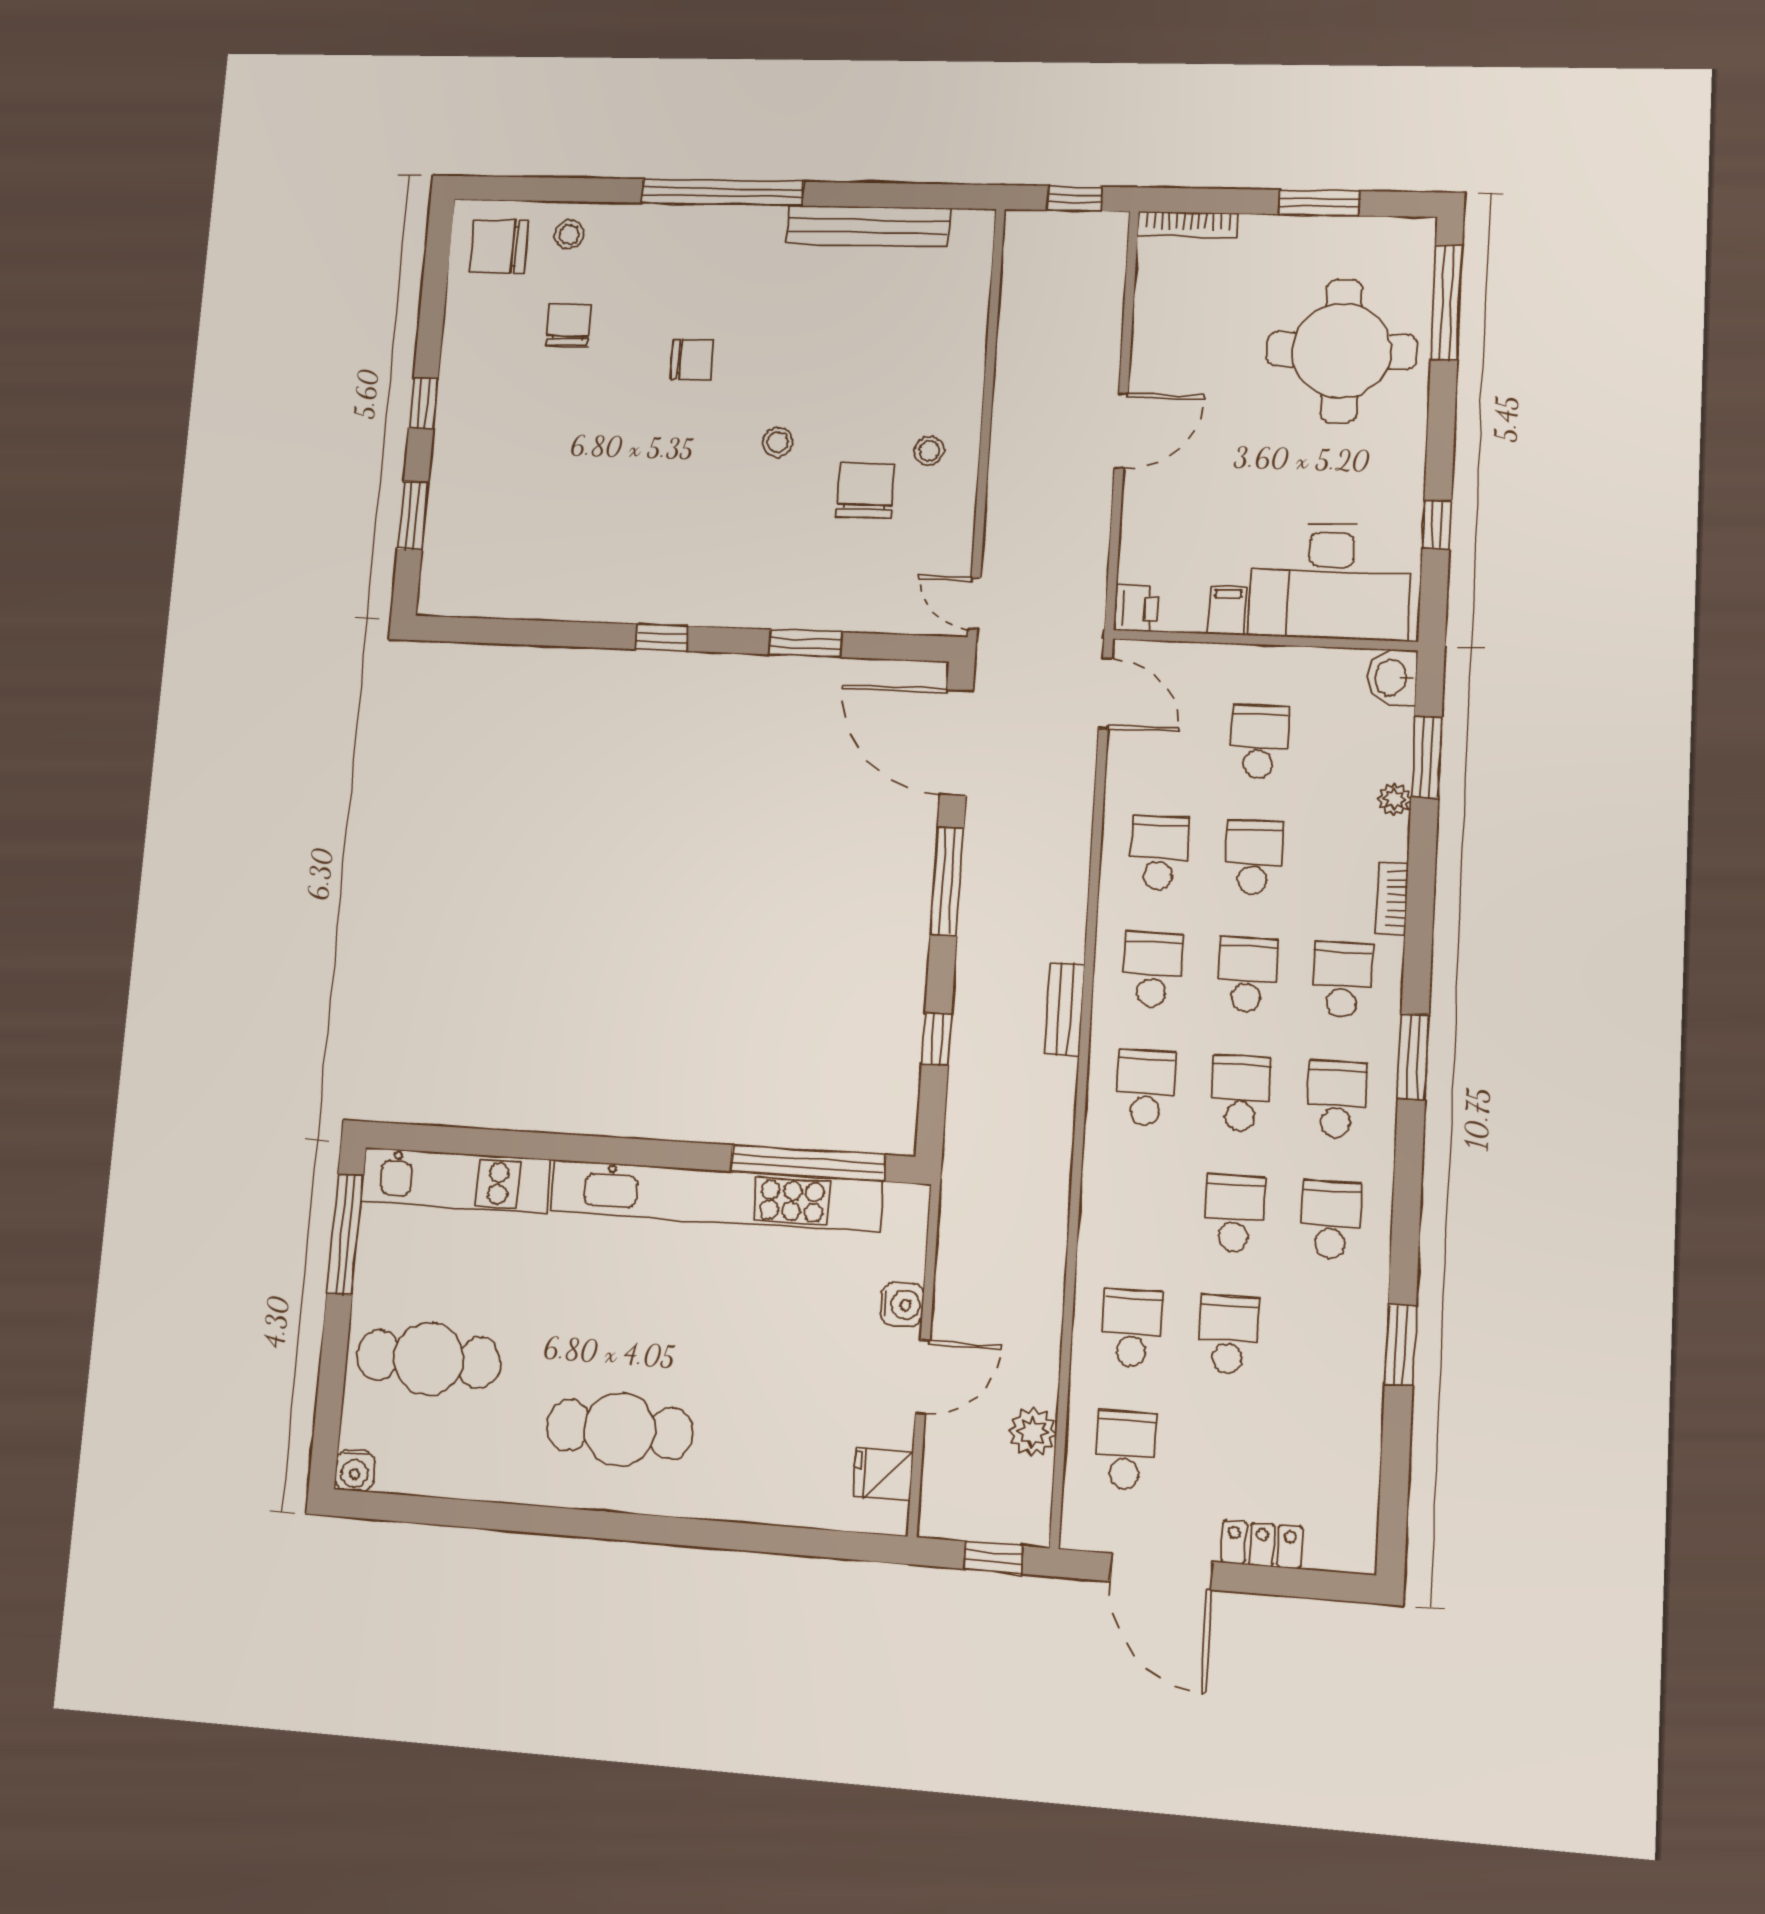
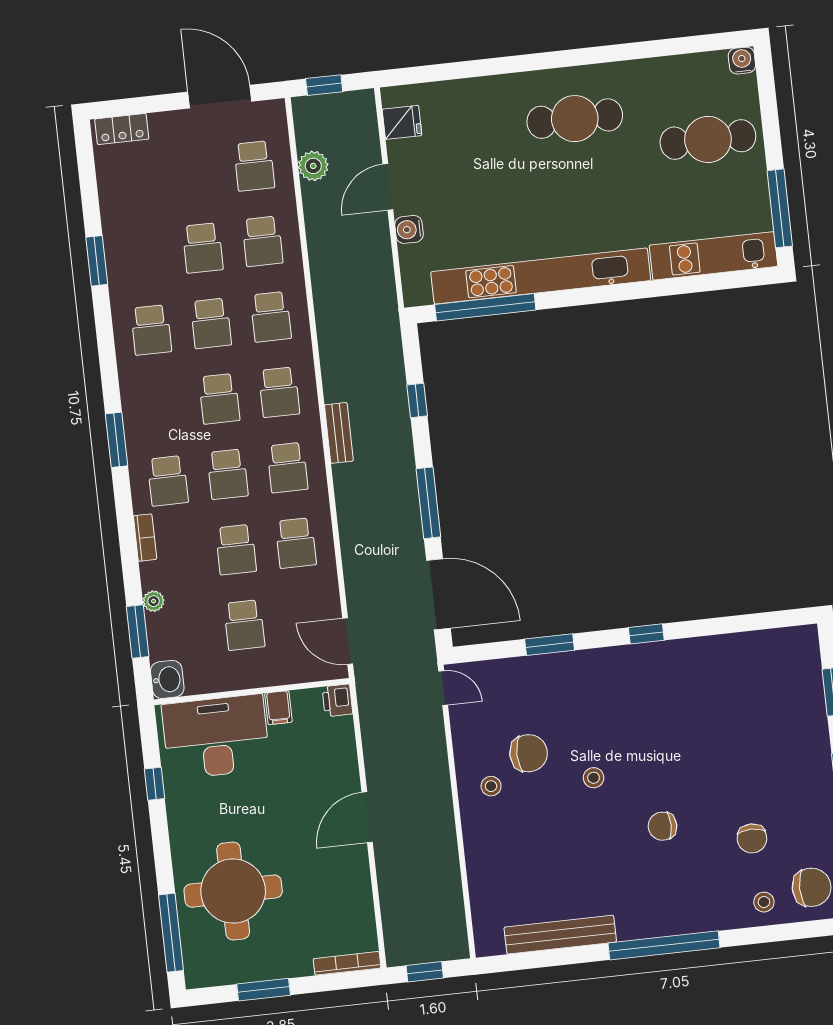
chair: (866, 490) -> (529, 753), turned -90
school desk: (1337, 1099) -> (271, 317), moved
locker: (1262, 1544) -> (122, 129), moved

